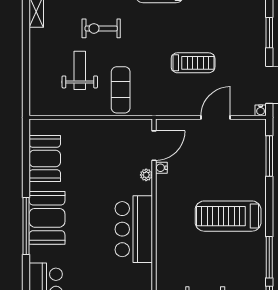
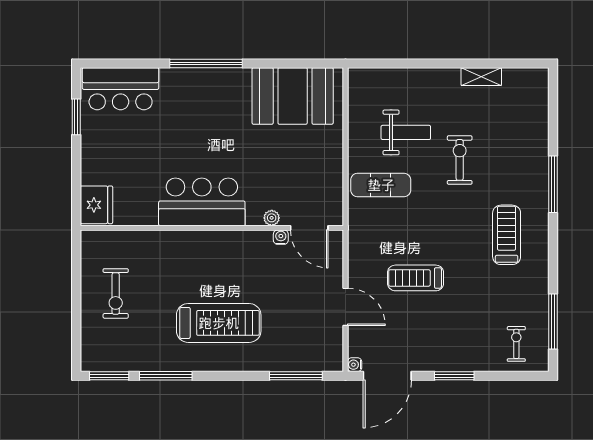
treadmill: (193, 63) -> (416, 278), turned 90
booth: (45, 159) -> (293, 96), width x1.36, depth x1.42
treadmill: (228, 216) -> (219, 323), turned 90
booth: (47, 218) -> (216, 90), removed

